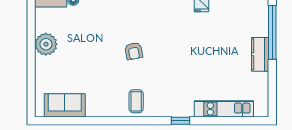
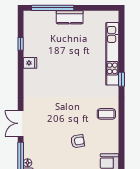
armchair: (134, 51) -> (78, 141), moved
kitchen unit: (224, 109) -> (112, 54), width x1.36

